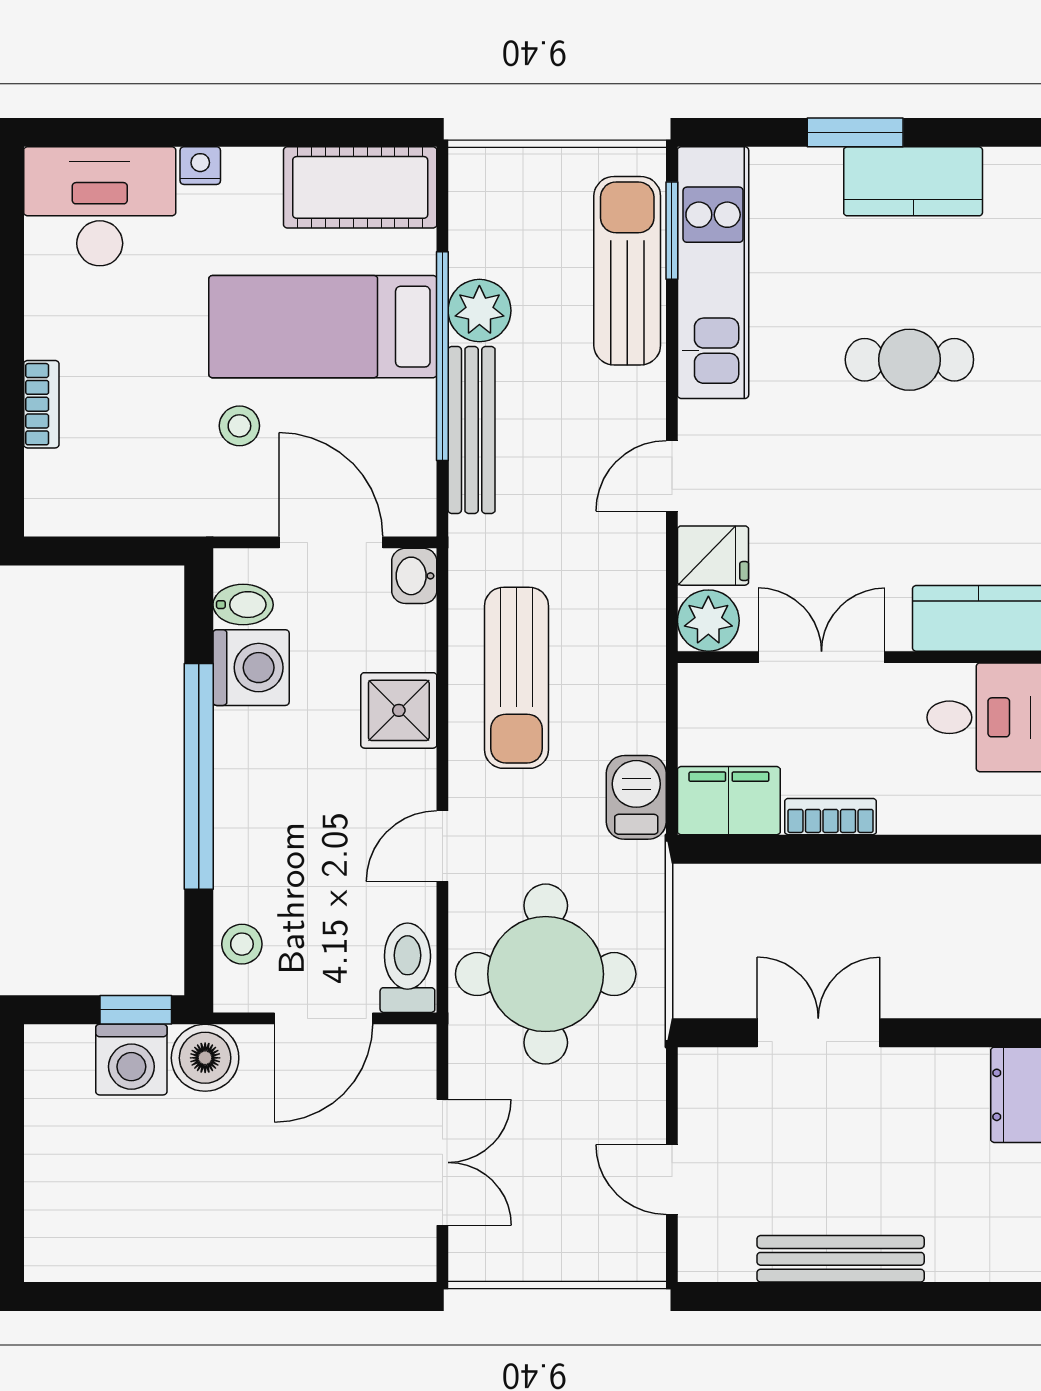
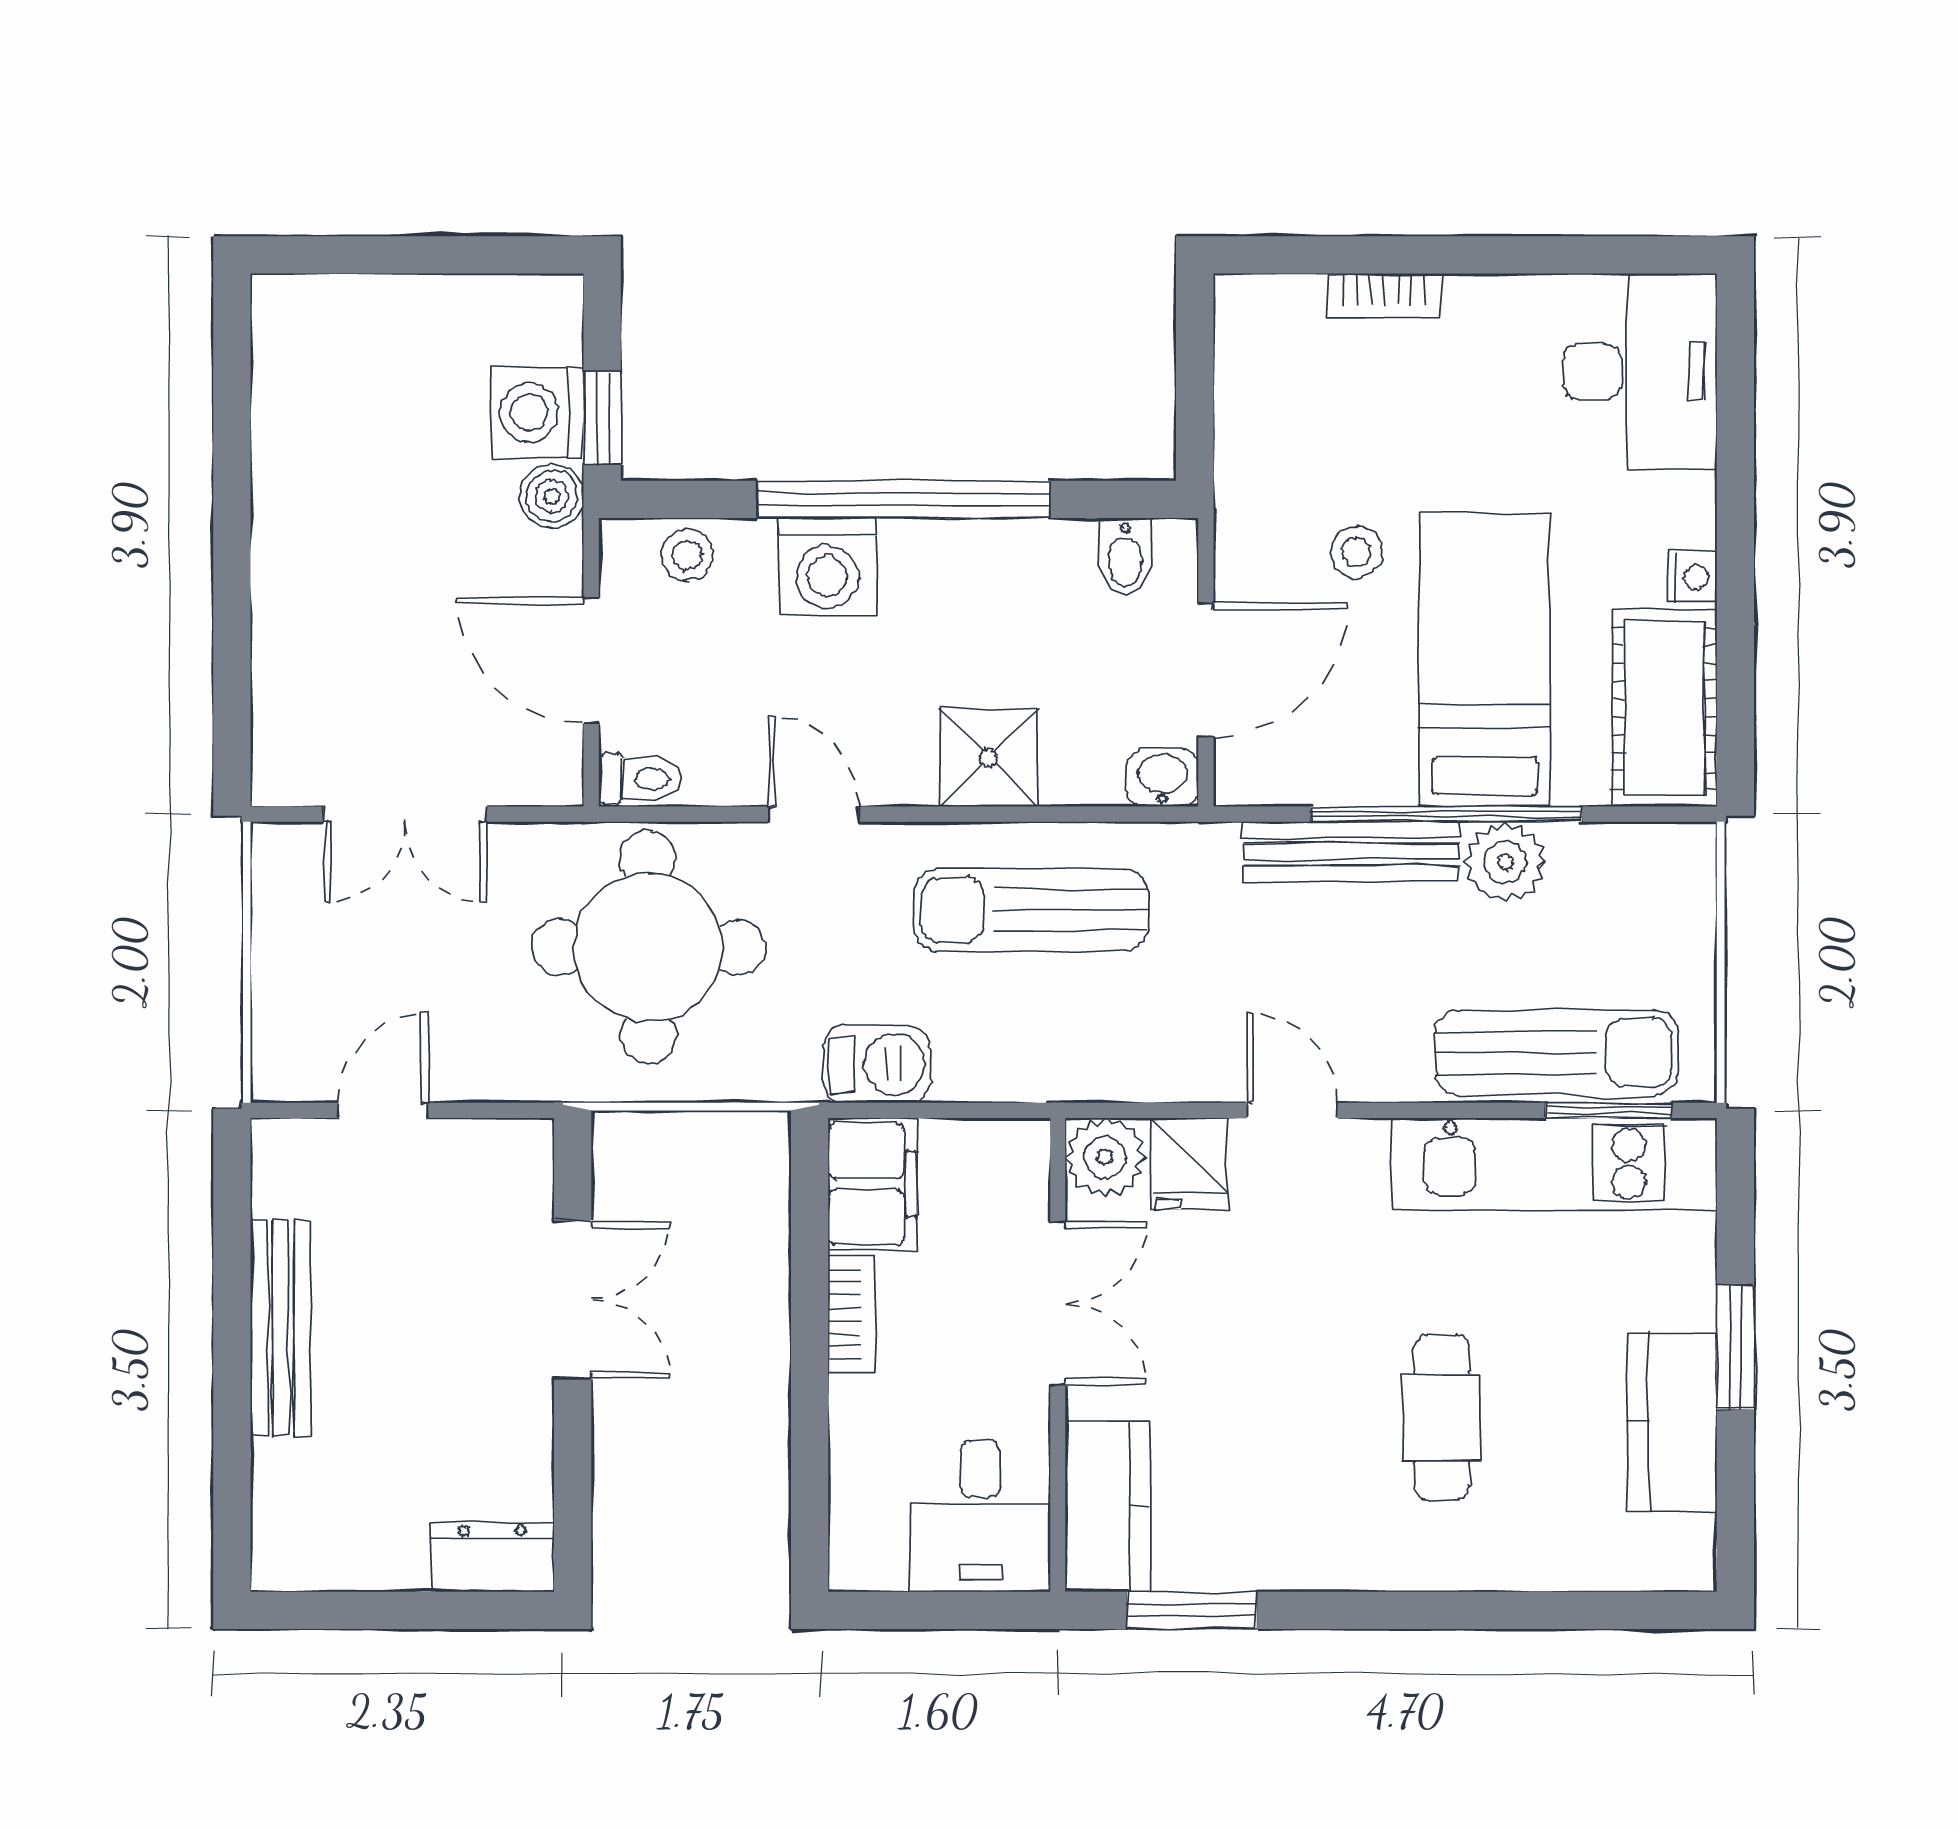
nightstand: (200, 166) -> (1692, 577), moved
washing machine: (251, 668) -> (827, 567), moved
toilet: (407, 968) -> (640, 778), width x0.73, depth x0.72
boiler: (205, 1058) -> (552, 496), width x0.73, depth x0.73

